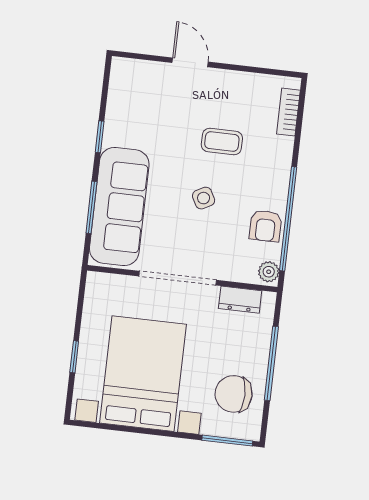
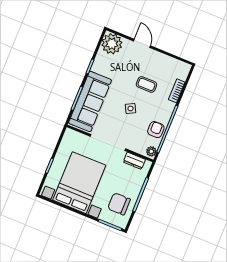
plant: (131, 80) -> (112, 44), added
bookcase: (288, 112) -> (177, 91), moved
armchair: (266, 226) -> (156, 130), turned 180

